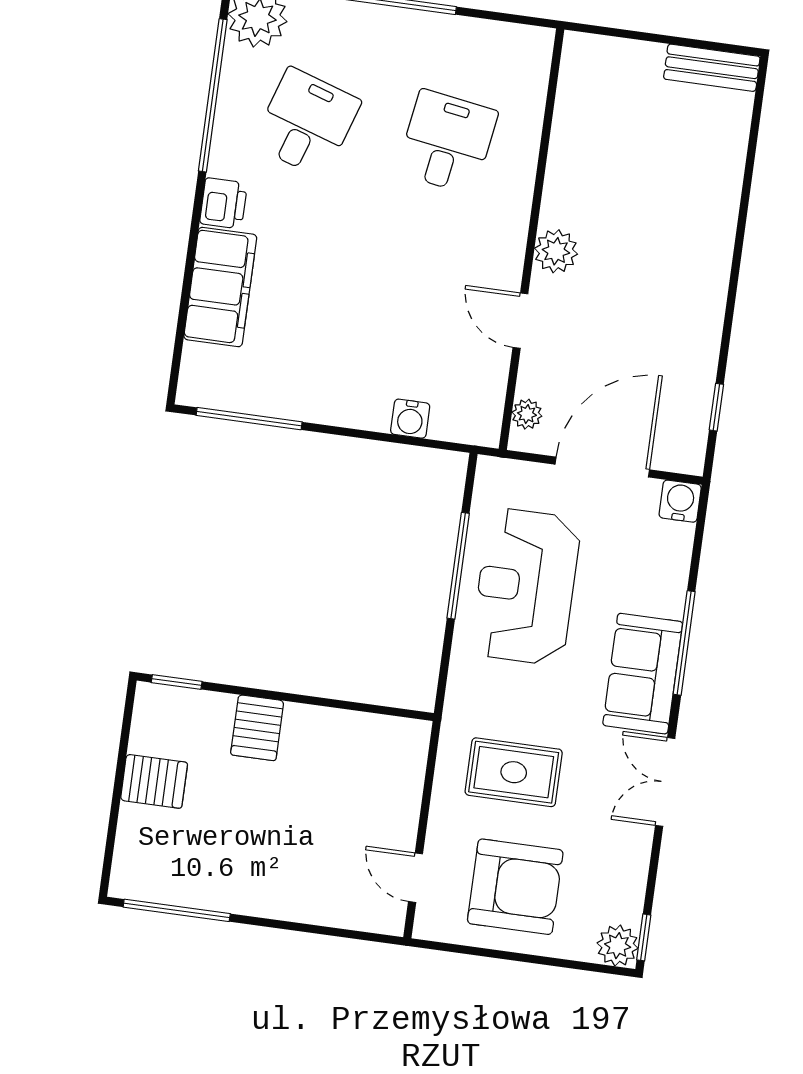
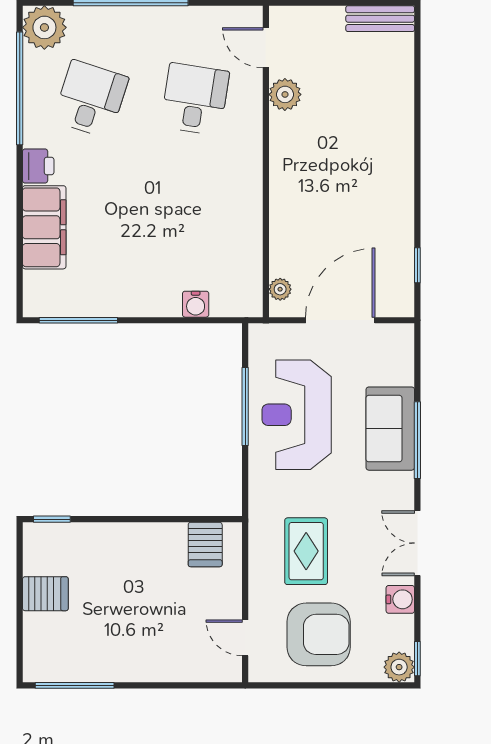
plant: (556, 251) -> (285, 94), moved
door: (520, 321) -> (266, 48), moved
water cooler: (680, 501) -> (400, 599), moved, turned 90
sofa: (643, 674) -> (390, 429), moved
server rack: (257, 728) -> (205, 544), moved
rug: (514, 772) -> (306, 551), turned 90

